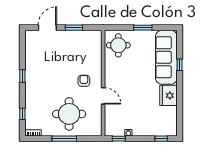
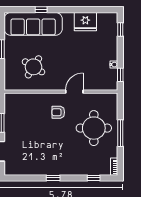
round table: (118, 45) -> (33, 67), moved, turned 32
fridge: (168, 95) -> (85, 22), moved

